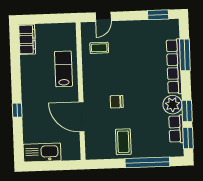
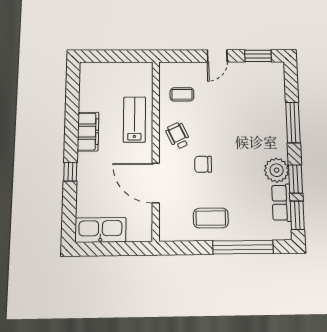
door: (103, 17) -> (217, 56), moved
filing cabinet: (27, 39) -> (88, 132), moved
window: (185, 55) -> (293, 122), moved
row of seats: (174, 66) -> (278, 121), removed
wheelchair: (97, 80) -> (178, 136), added
coffee table: (123, 142) -> (211, 218), turned 90

